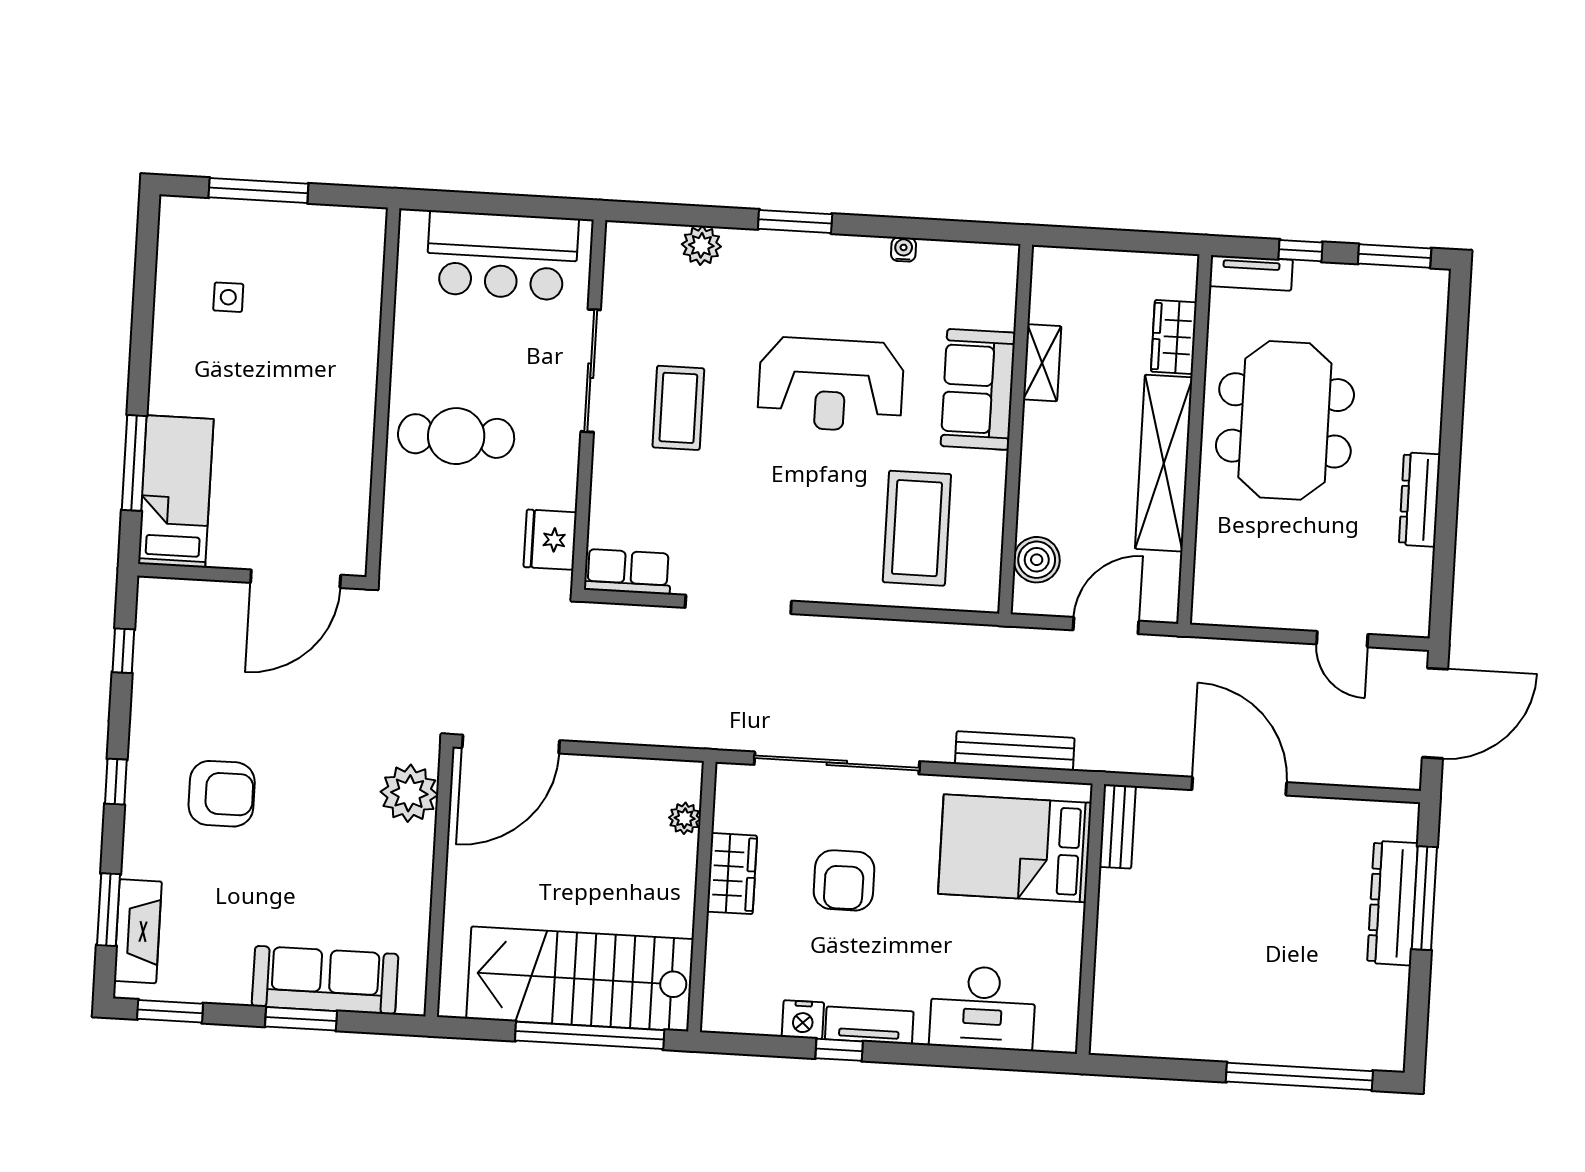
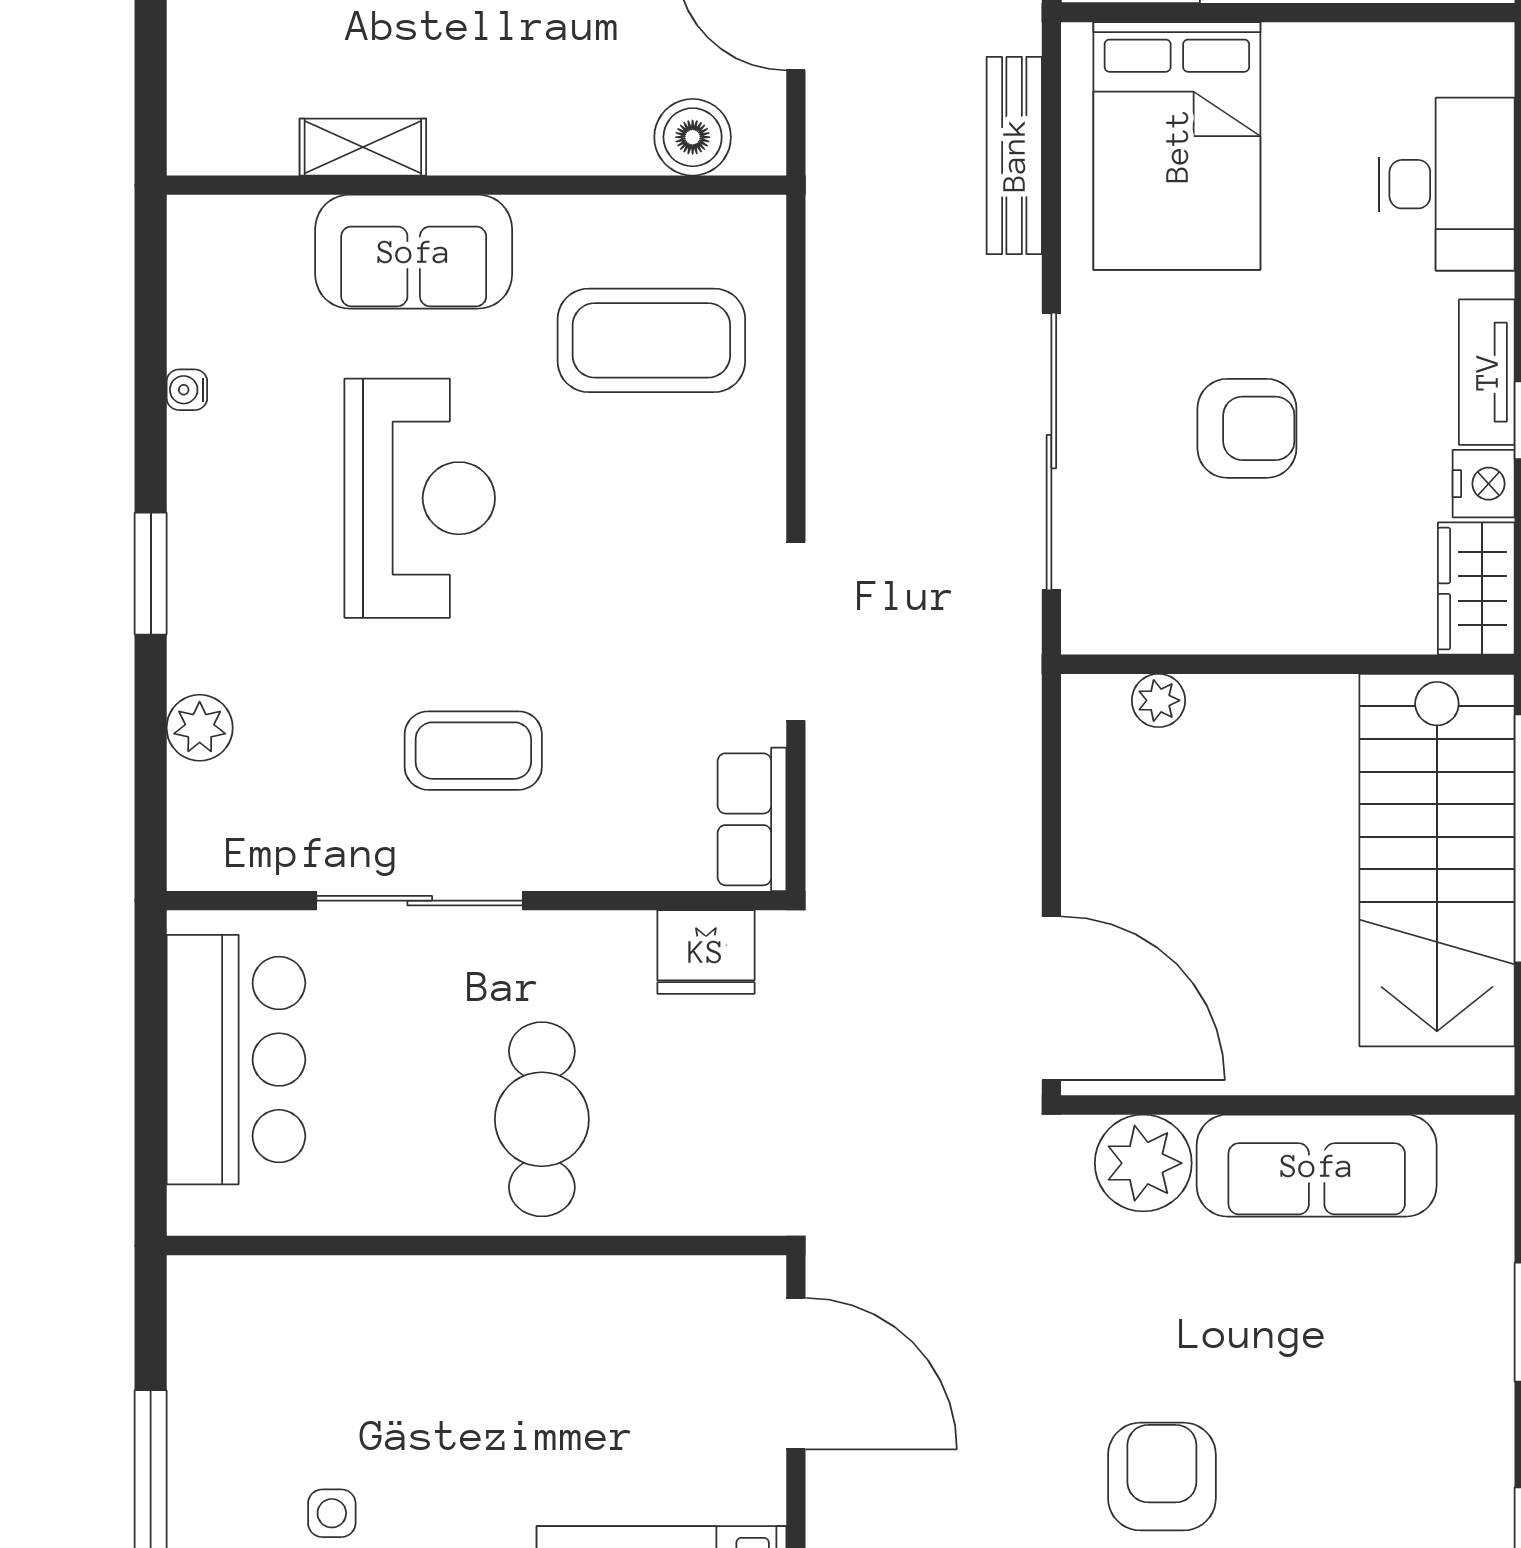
wardrobe: (732, 874) -> (1476, 589), moved, turned -90
sofa: (325, 980) -> (1317, 1166), moved, turned -90

